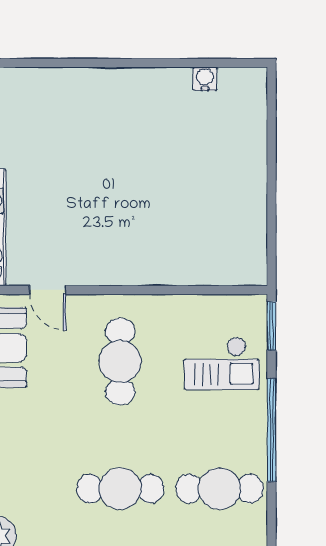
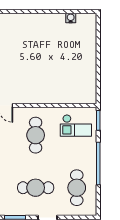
checkout: (222, 363) -> (76, 126), moved
cafe table: (220, 489) -> (77, 188), turned 90

